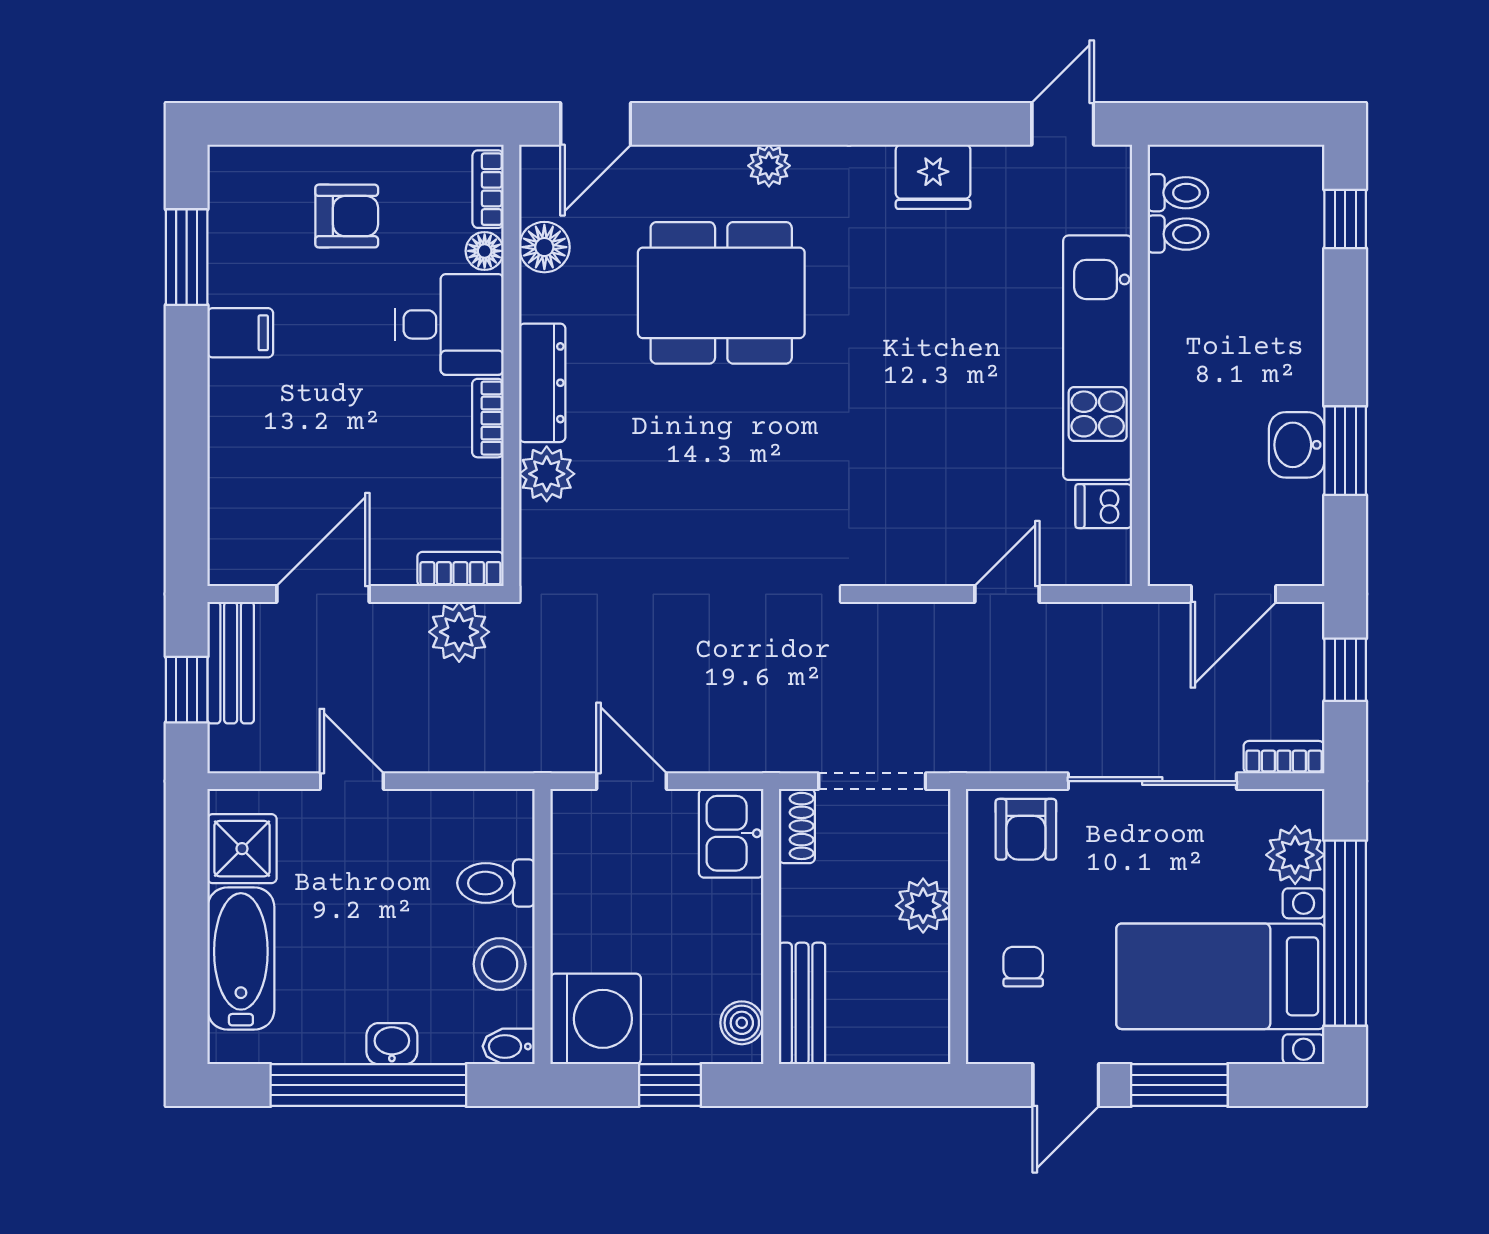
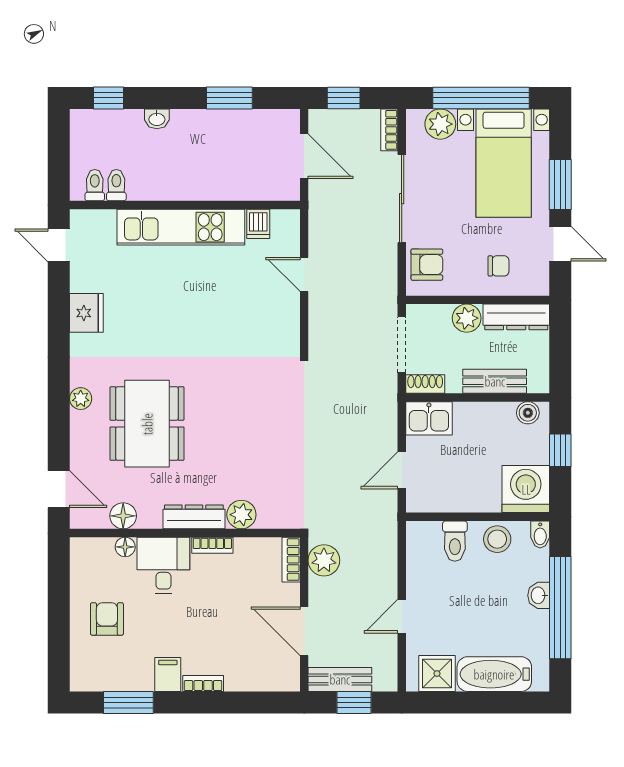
bookcase: (488, 189) -> (203, 684), moved, turned 180
washbasin: (1297, 445) -> (157, 119), moved, width x0.72, depth x0.69
chair: (1023, 967) -> (499, 266), turned 180
dresser: (925, 1001) -> (516, 317), added
bench: (802, 1003) -> (495, 381), moved

